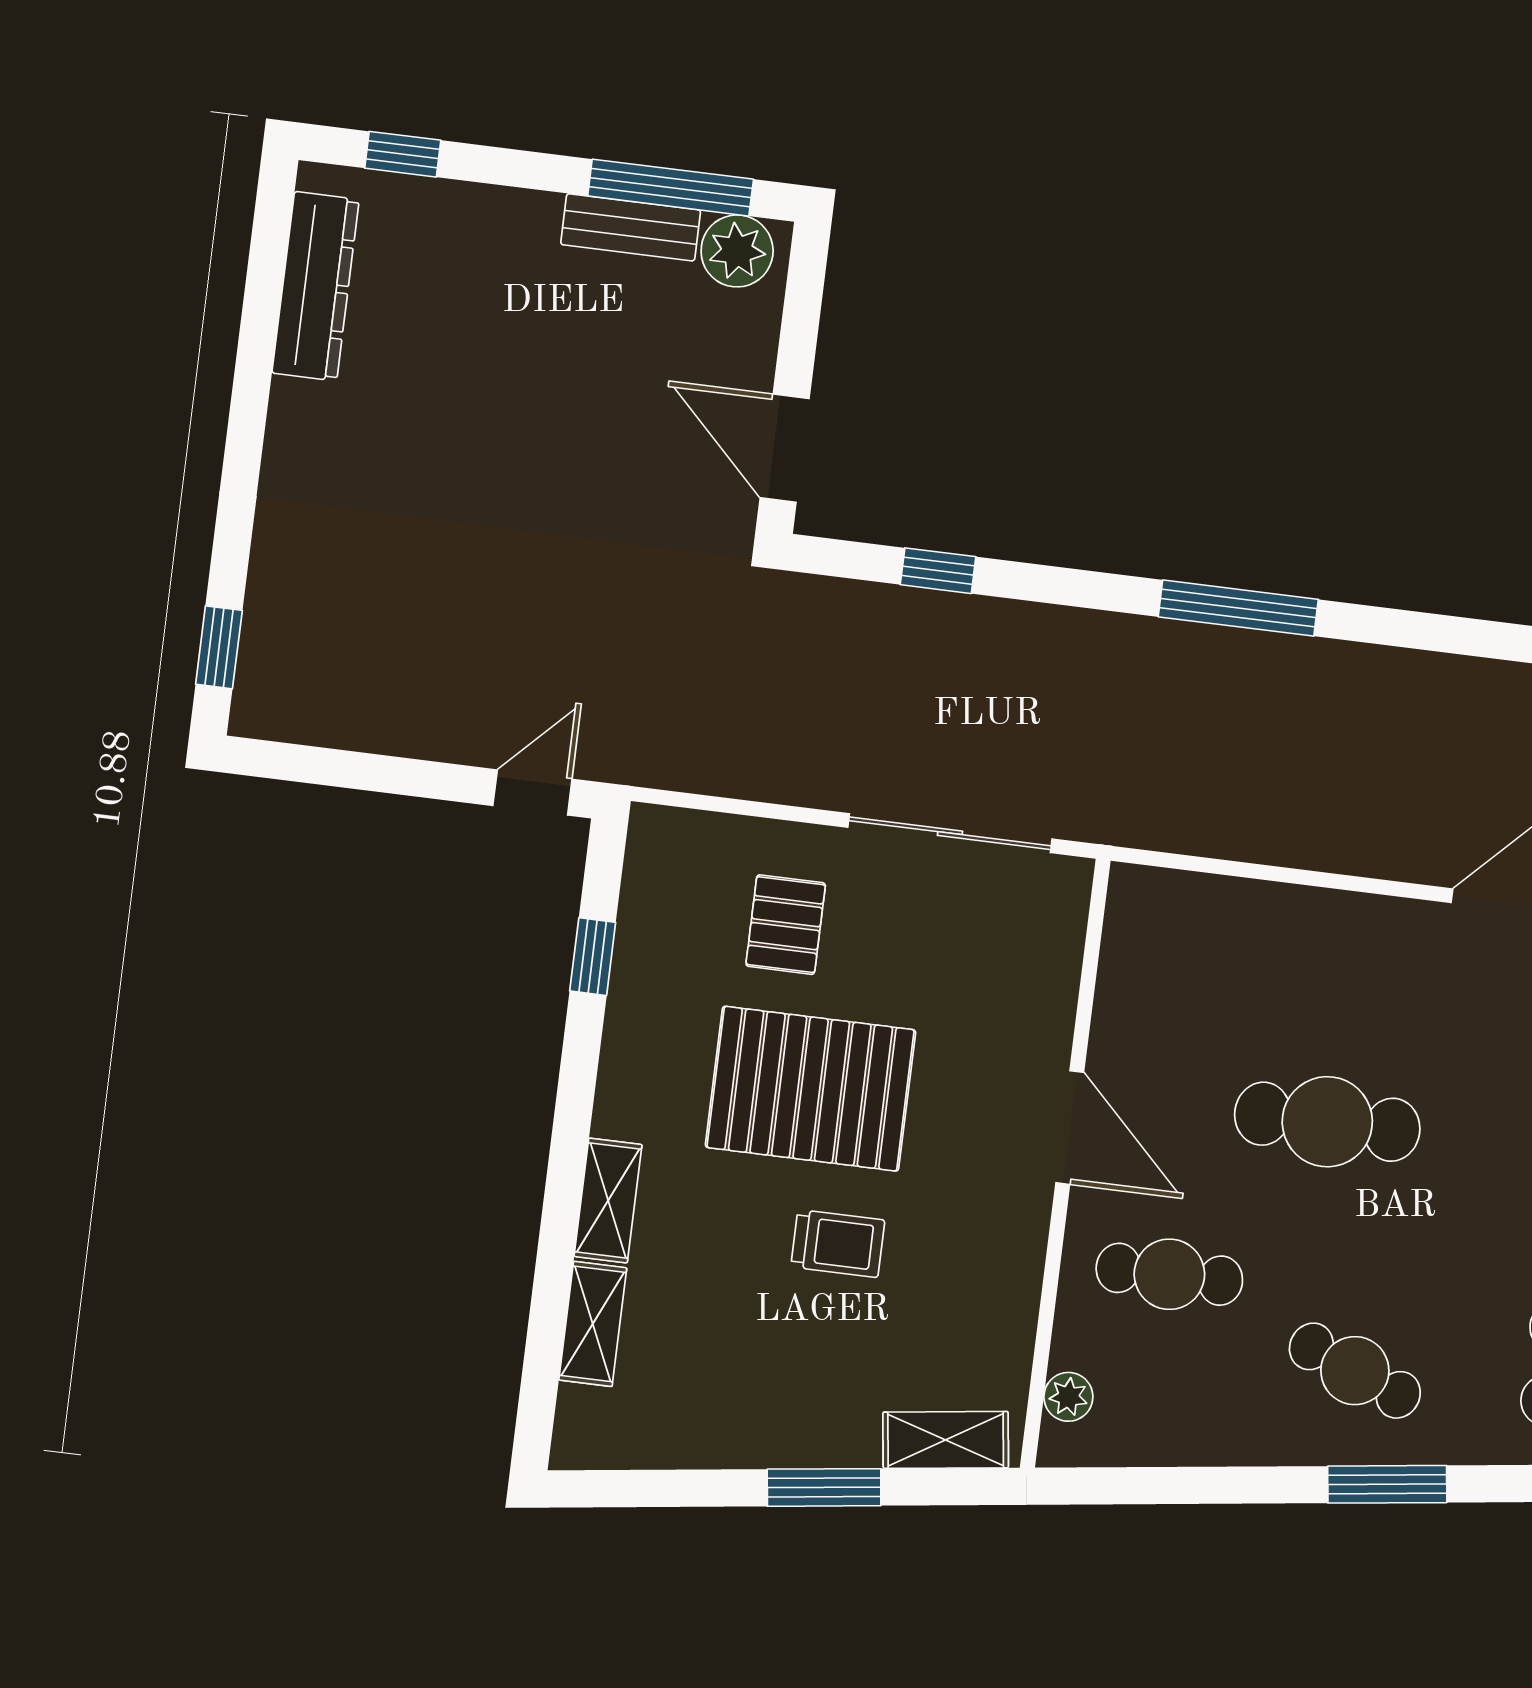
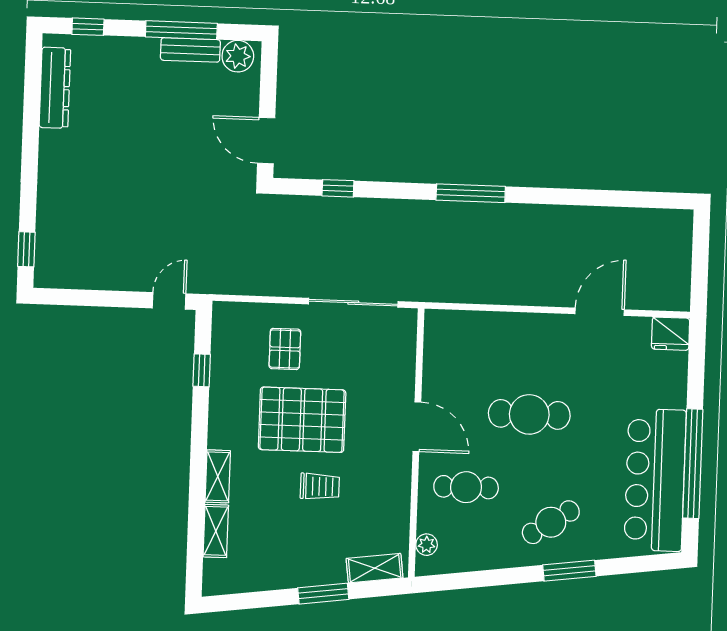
window: (671, 188) -> (181, 30), moved
cafe table: (1355, 1371) -> (551, 522), turned -55

